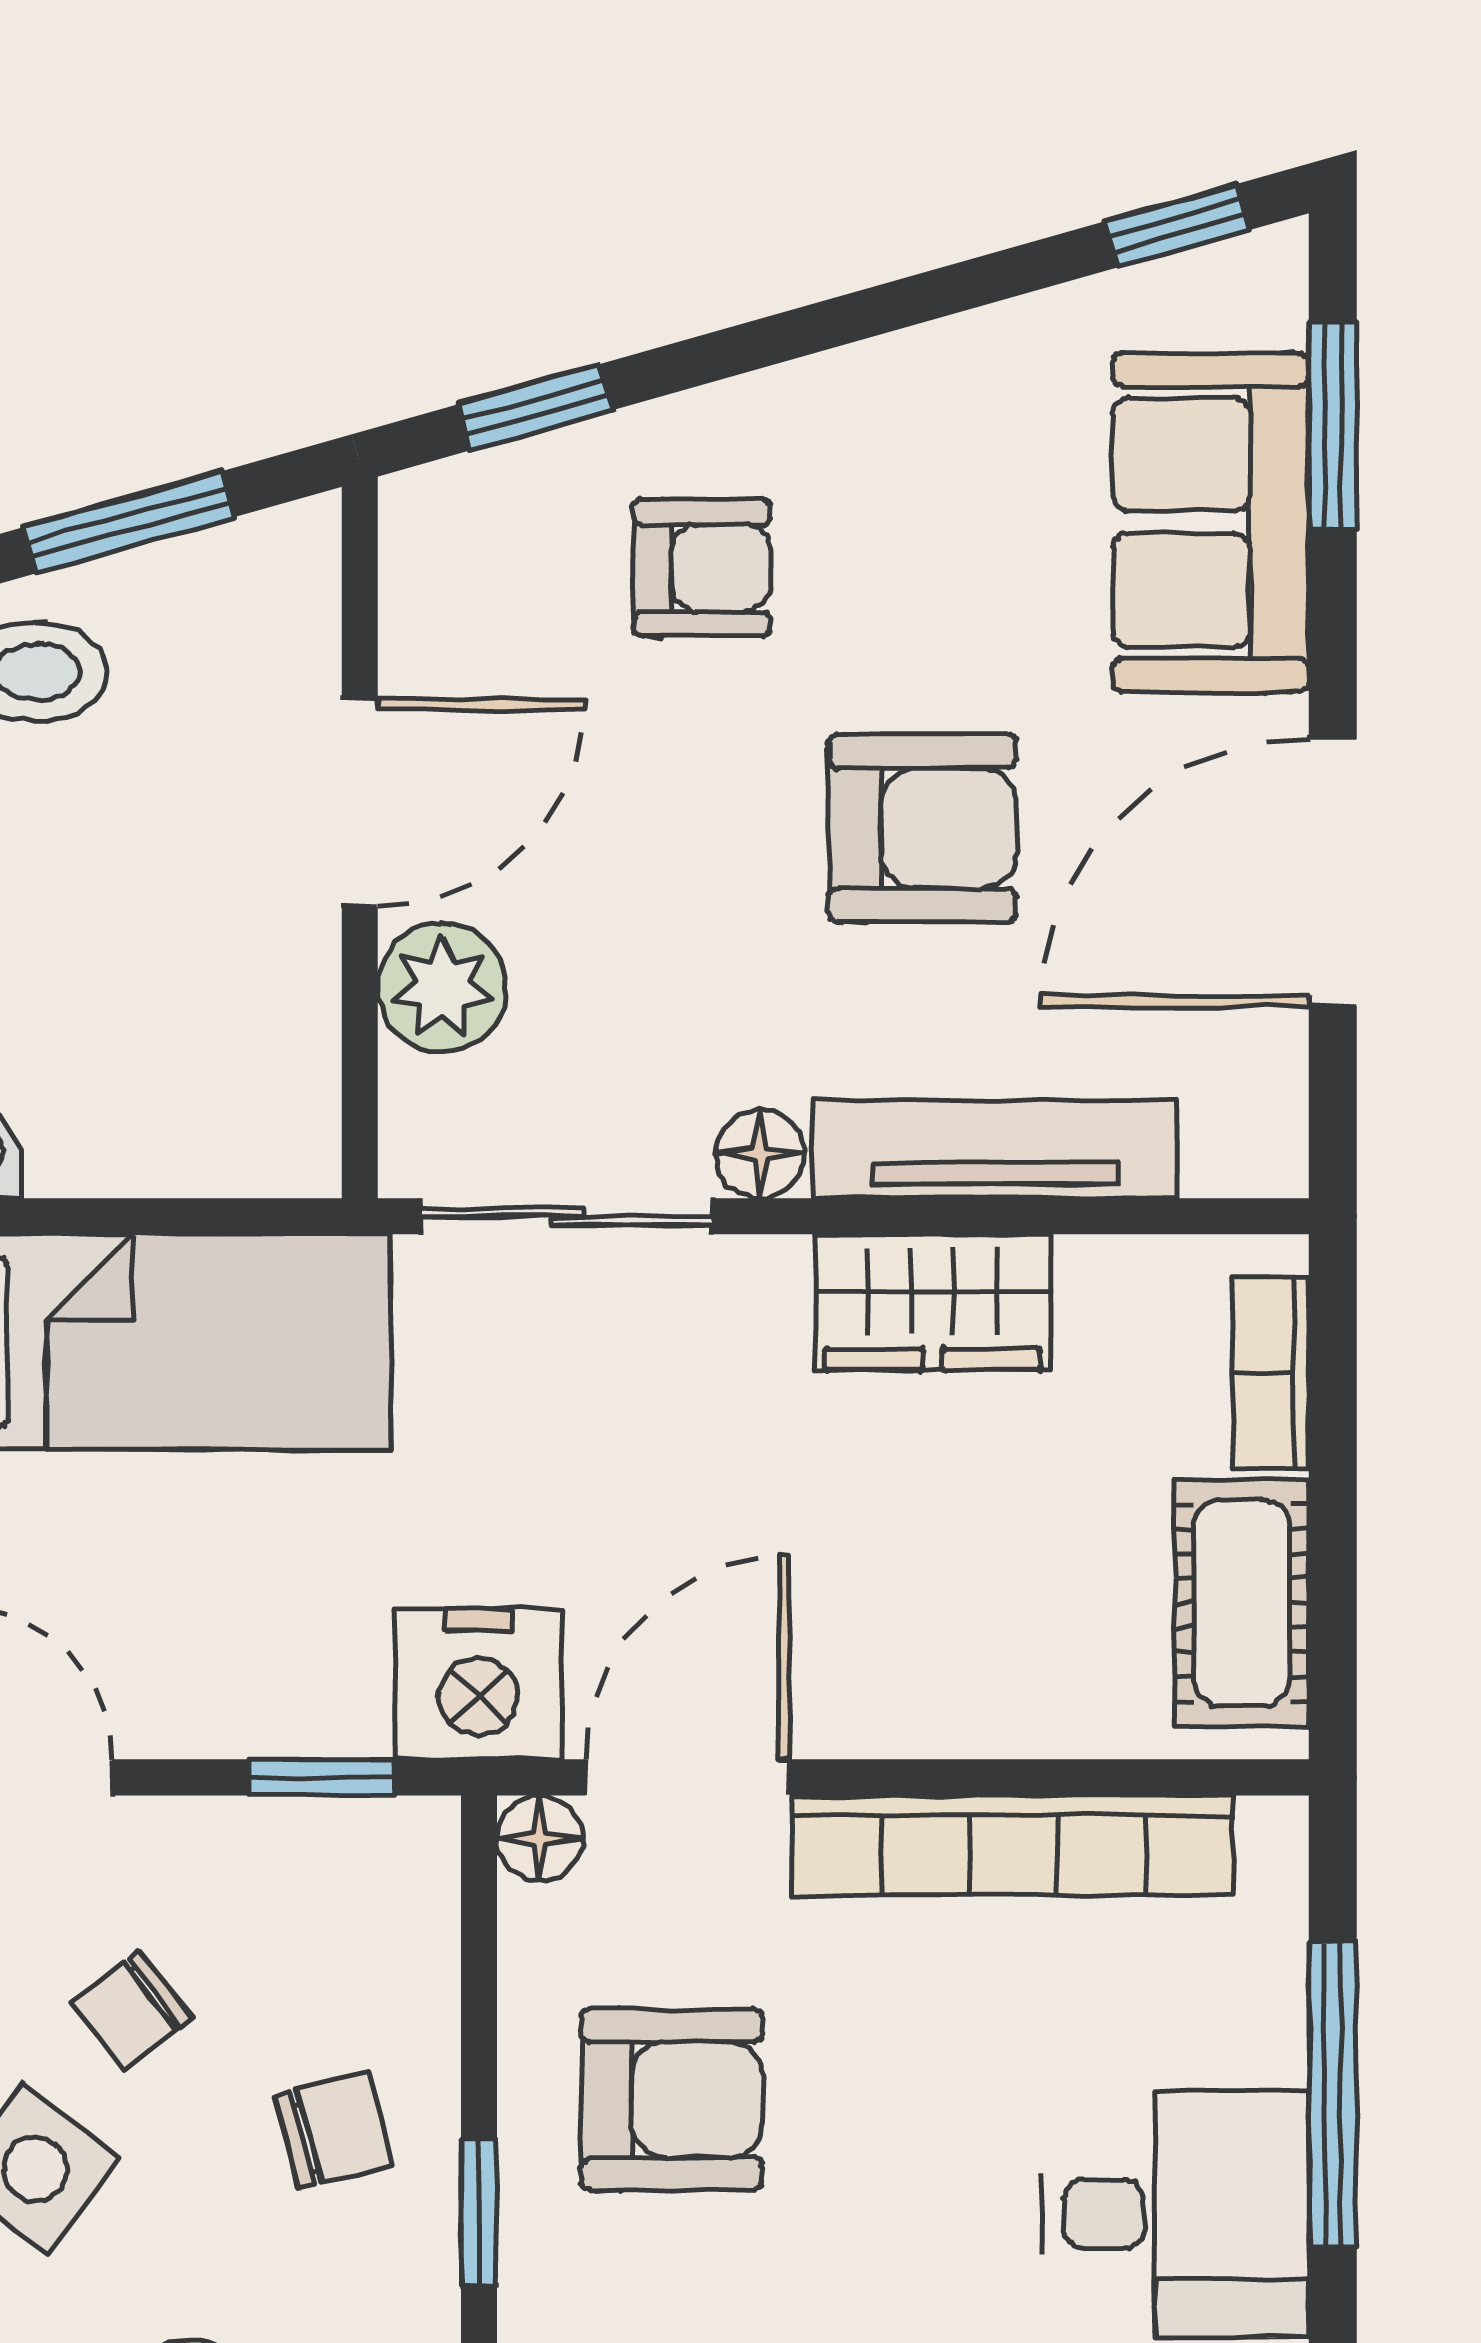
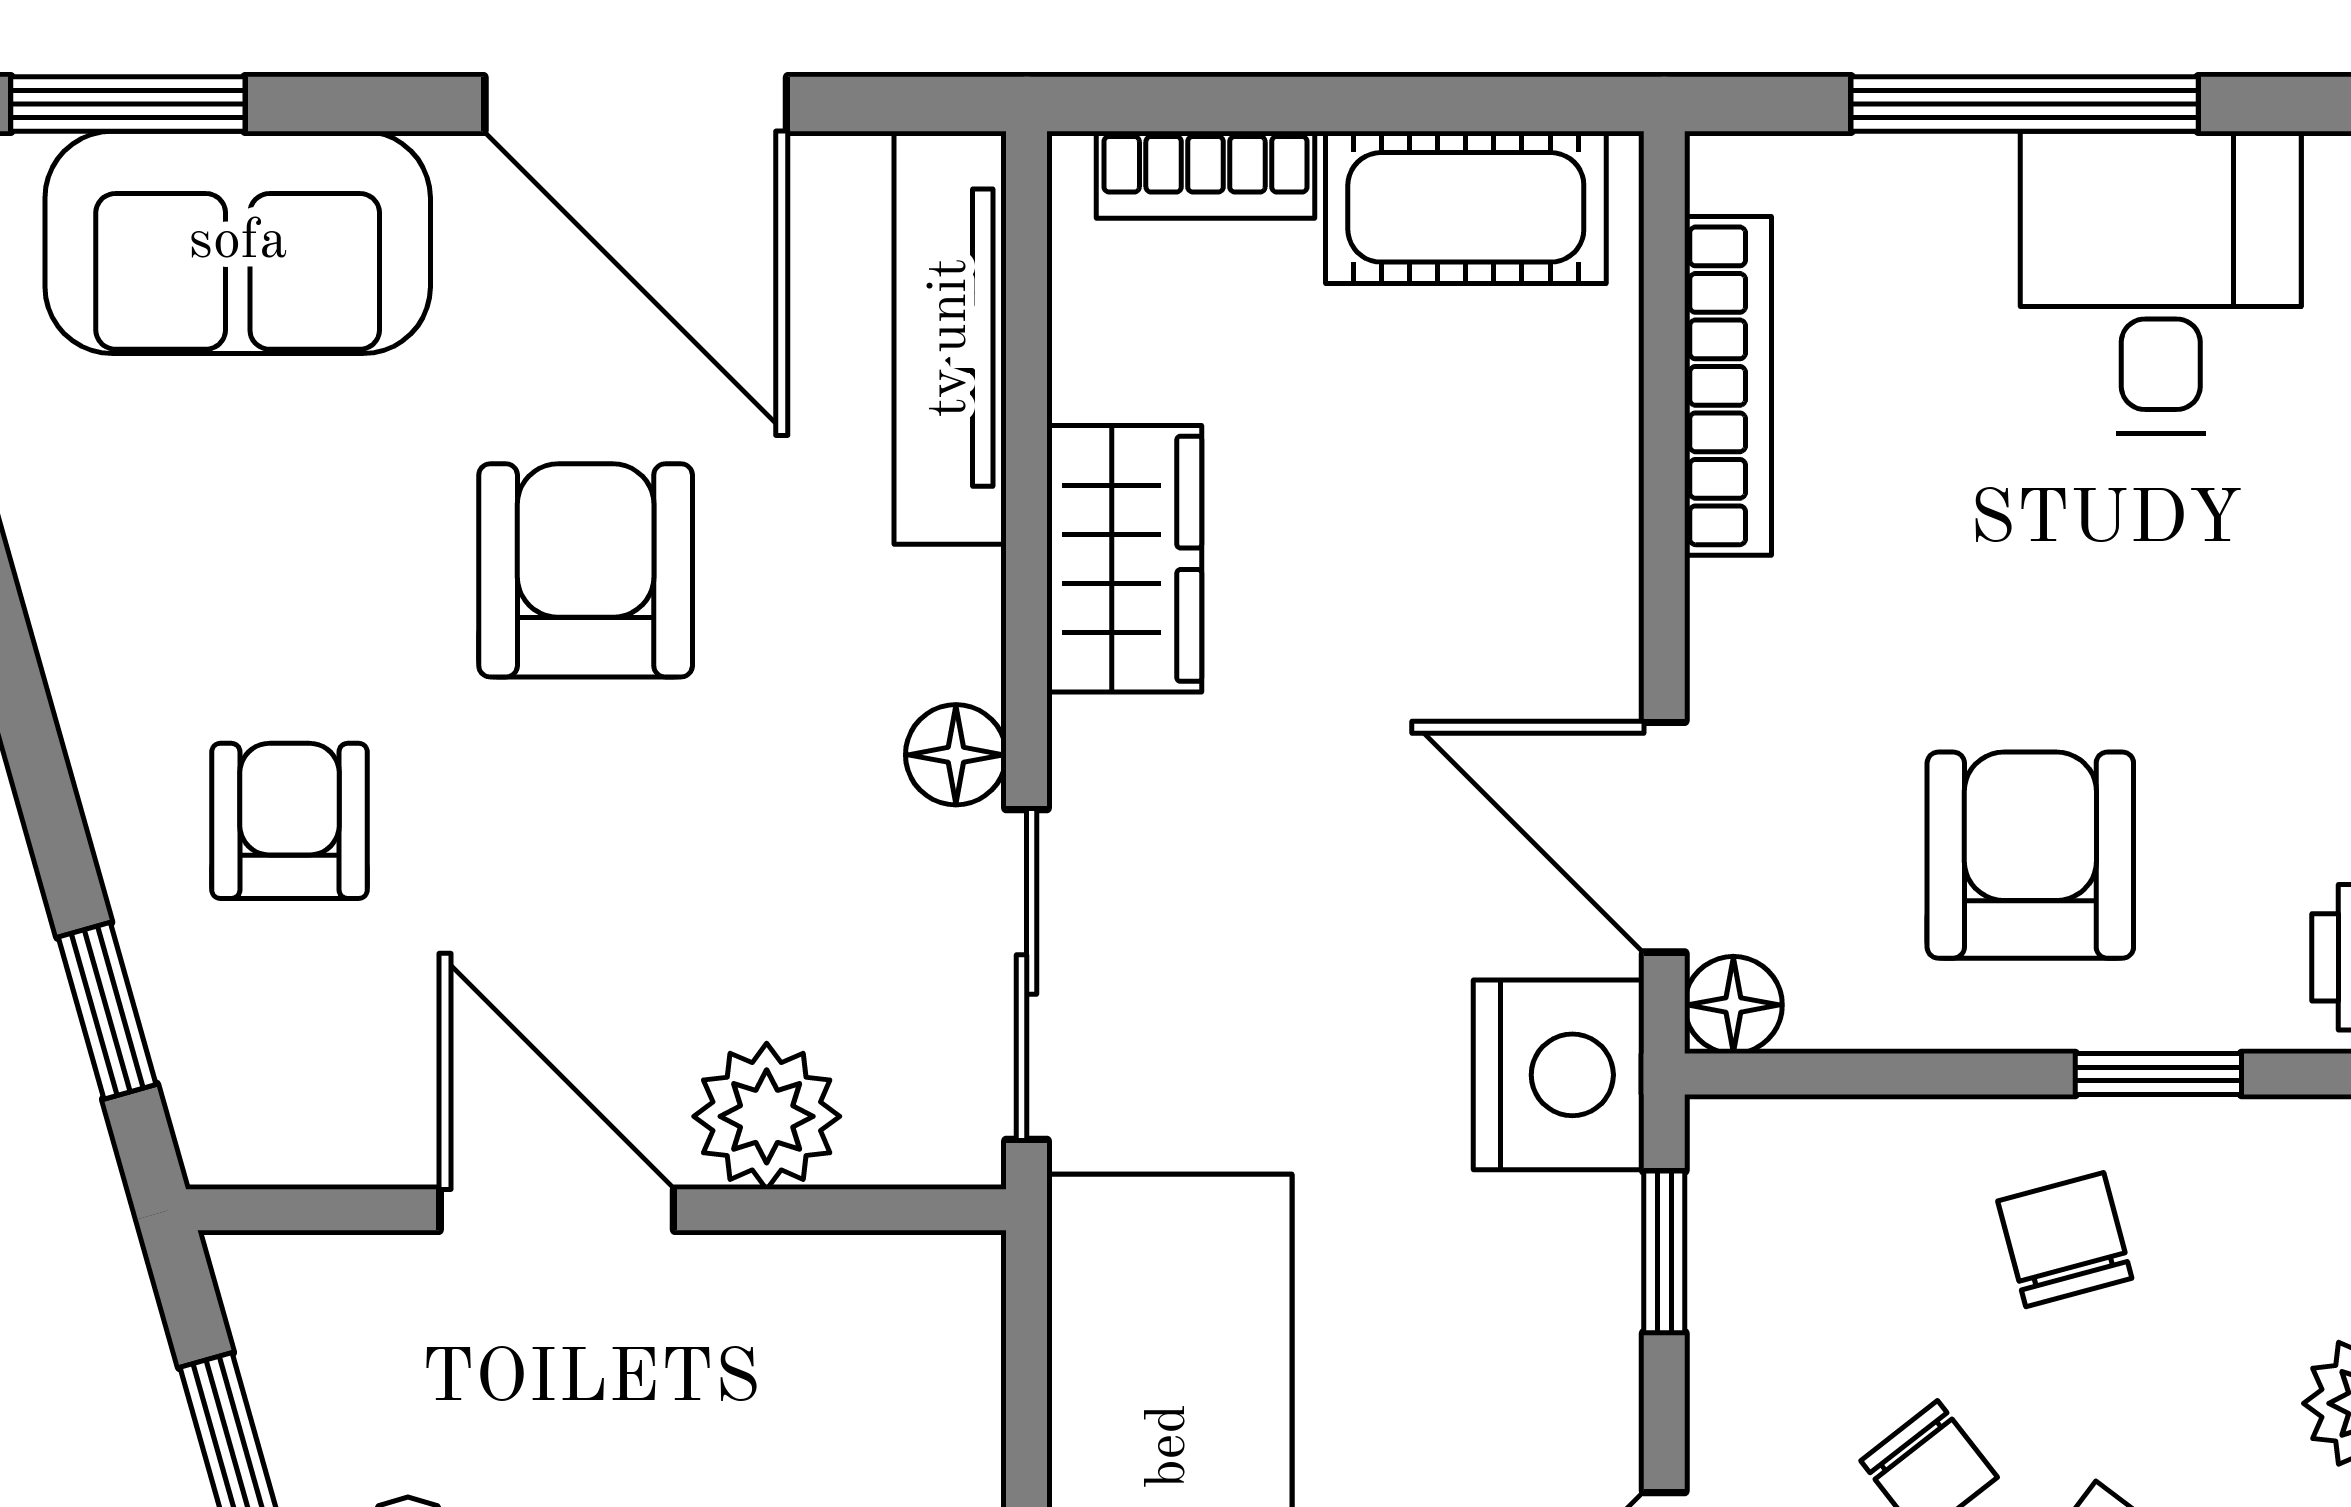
tv unit: (996, 1149) -> (950, 338), moved
bookcase: (1013, 1845) -> (1728, 386), width x0.68, depth x0.76

